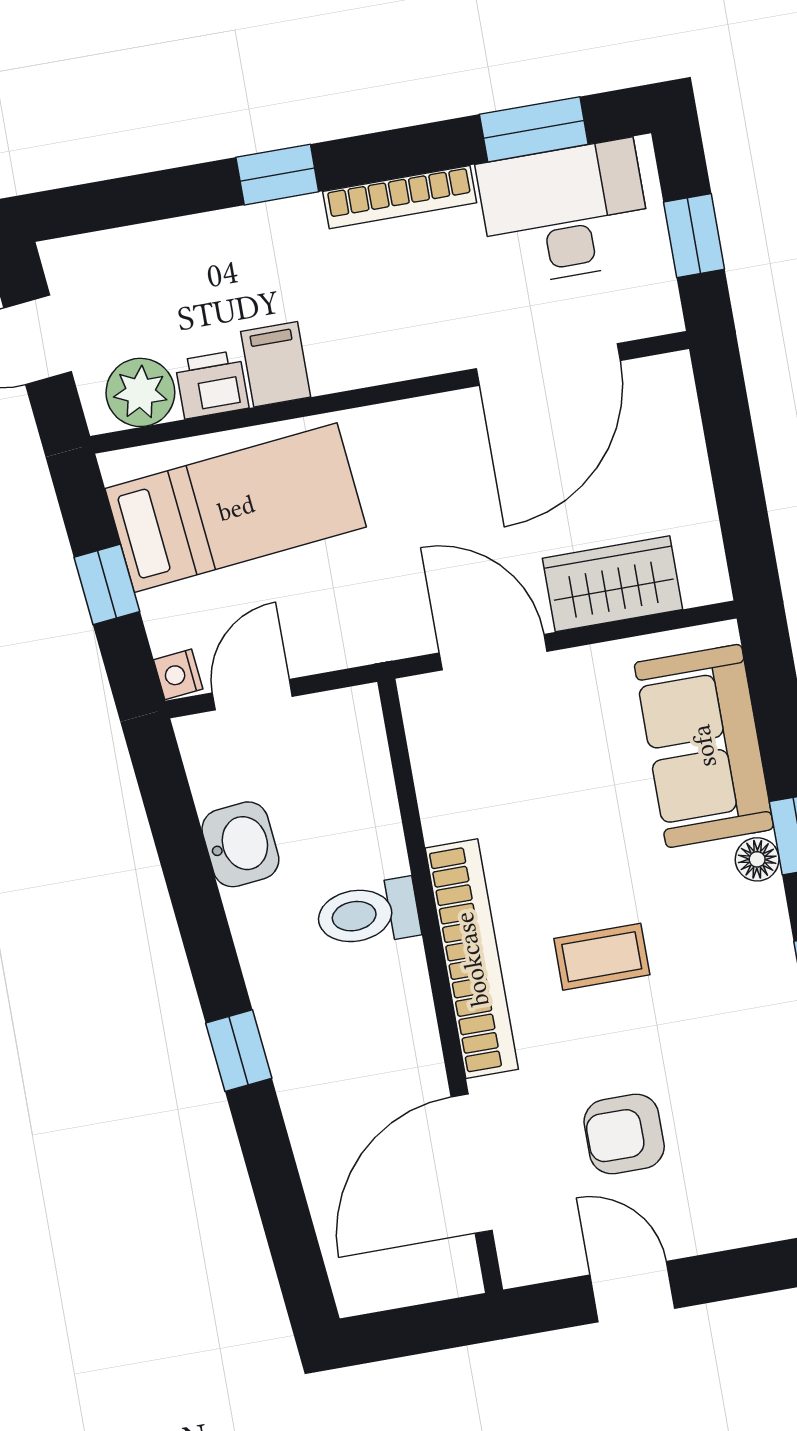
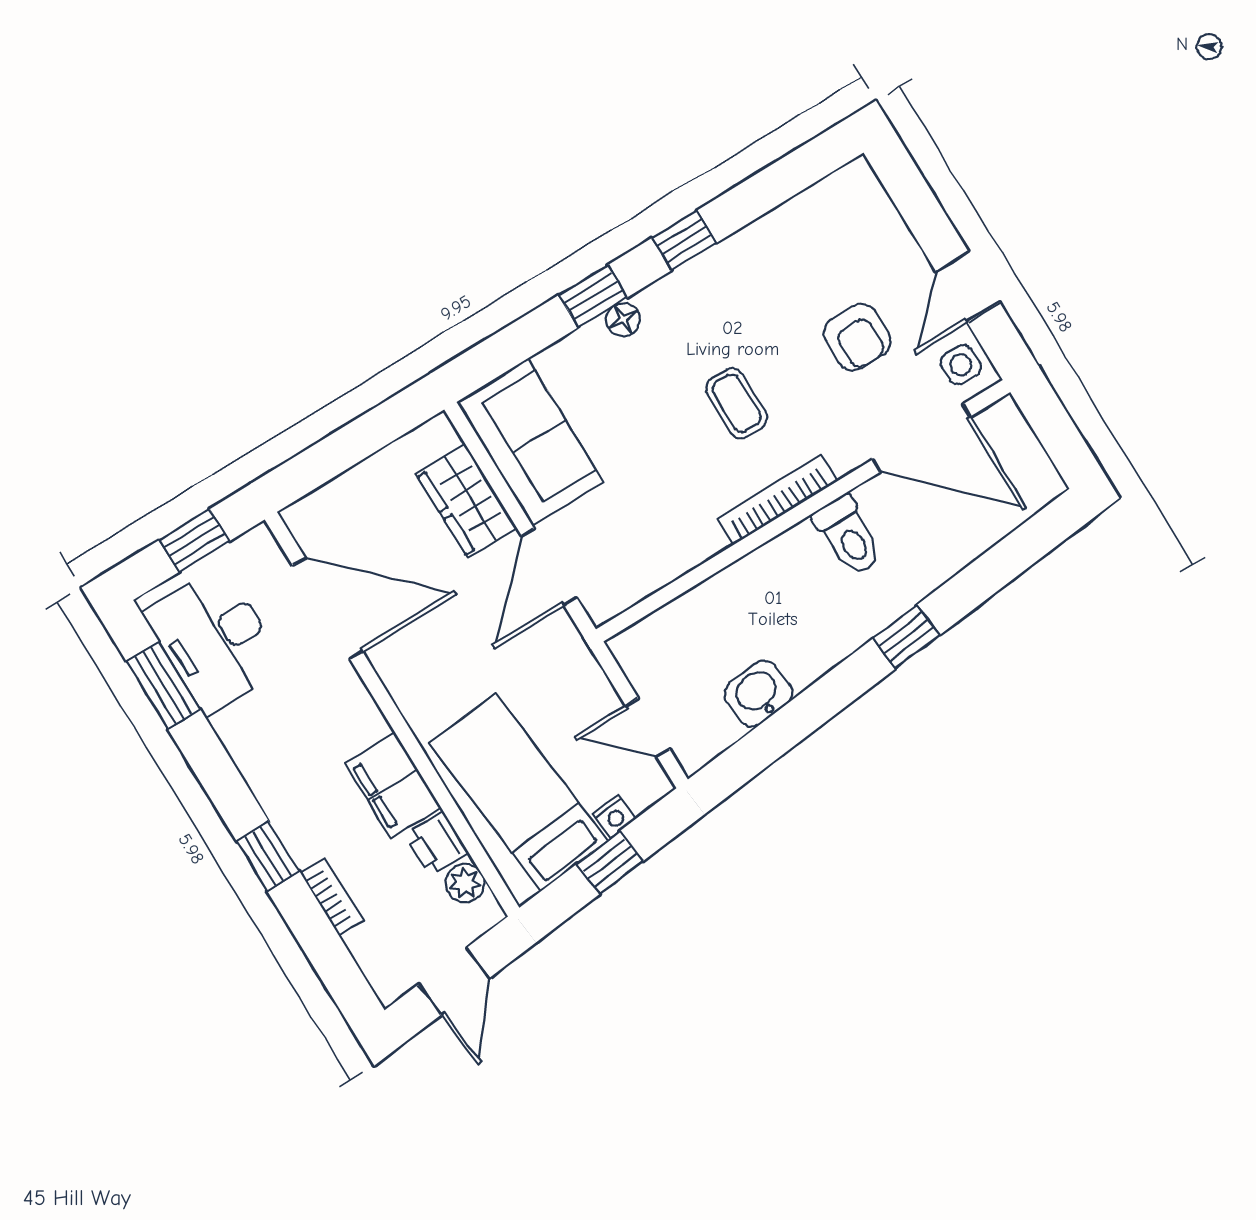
bookcase: (400, 197) -> (332, 897), moved, width x0.64
filing cabinet: (276, 364) -> (393, 785), width x2.00
plant: (140, 392) -> (465, 883), width x0.73, depth x0.73
nightstand: (178, 674) -> (614, 816), moved
sofa: (704, 746) -> (530, 442), moved, turned -90
toilet: (368, 914) -> (849, 536), moved
bookcase: (472, 959) -> (777, 500), width x0.68, depth x0.76
side table: (542, 1246) -> (961, 365), added

